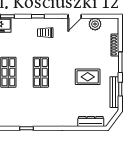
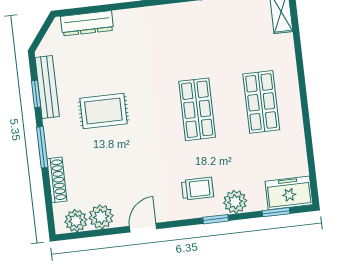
plant: (27, 24) -> (235, 202), added
plant: (108, 24) -> (76, 221), added

